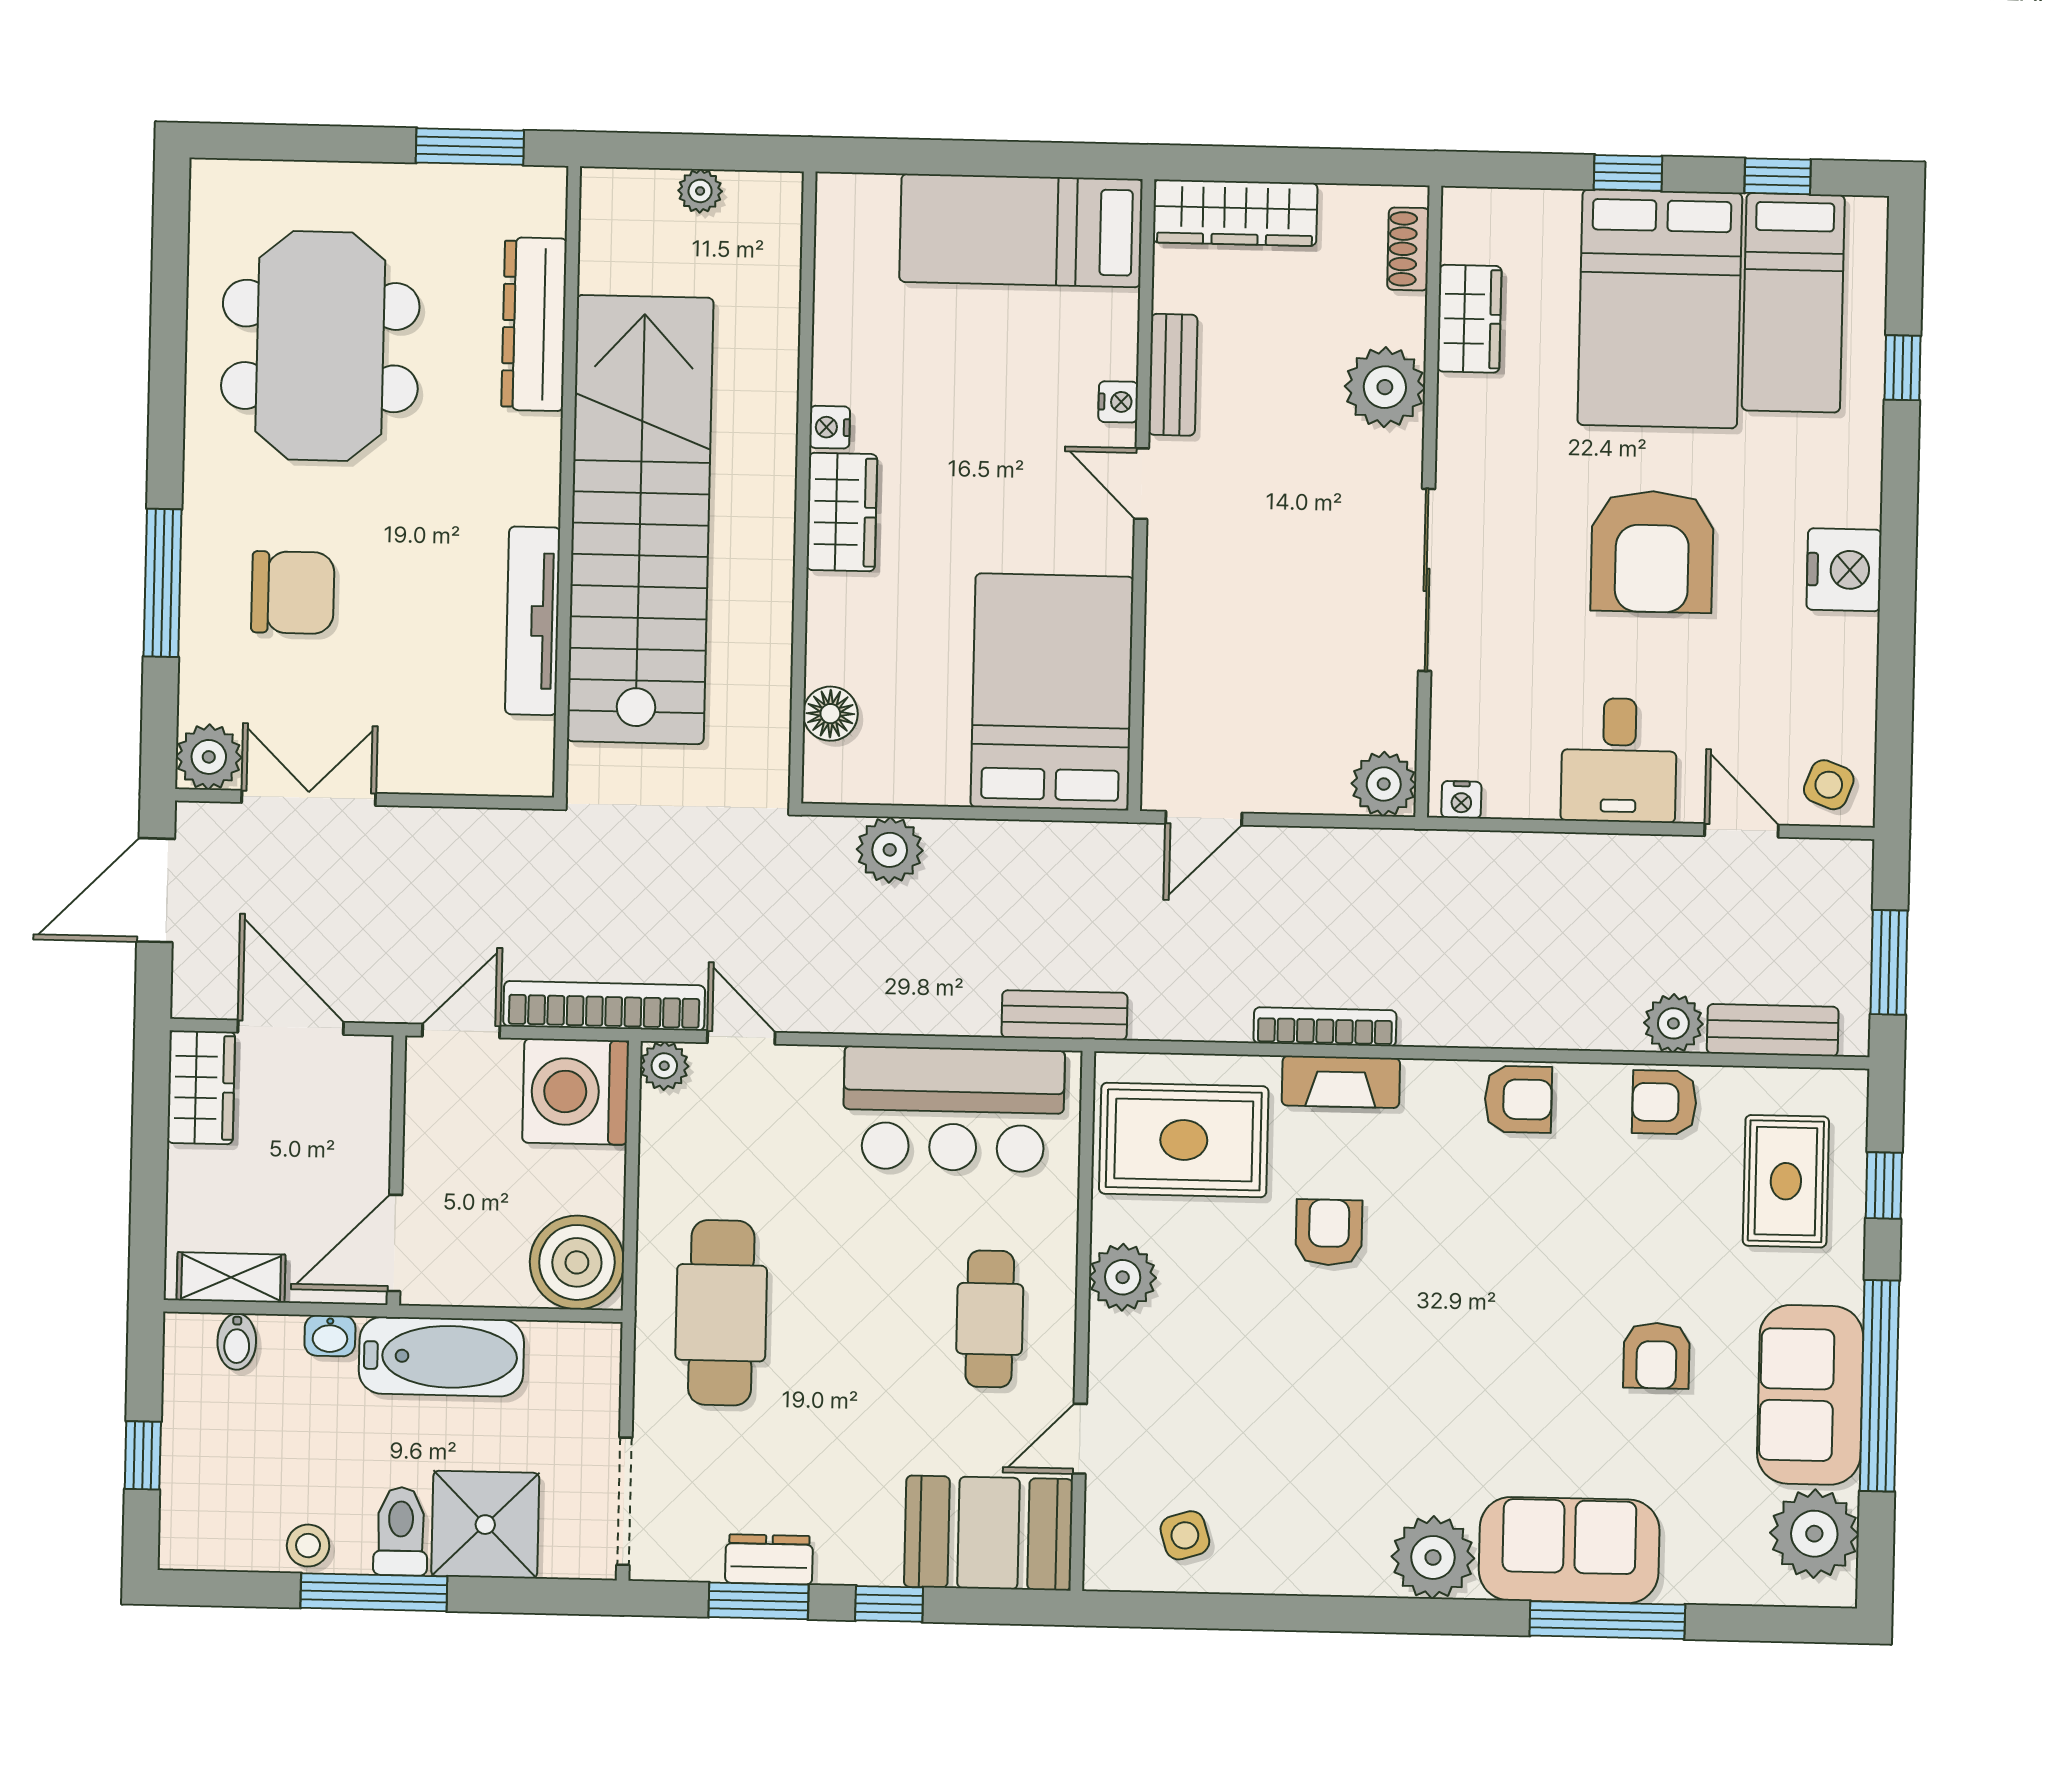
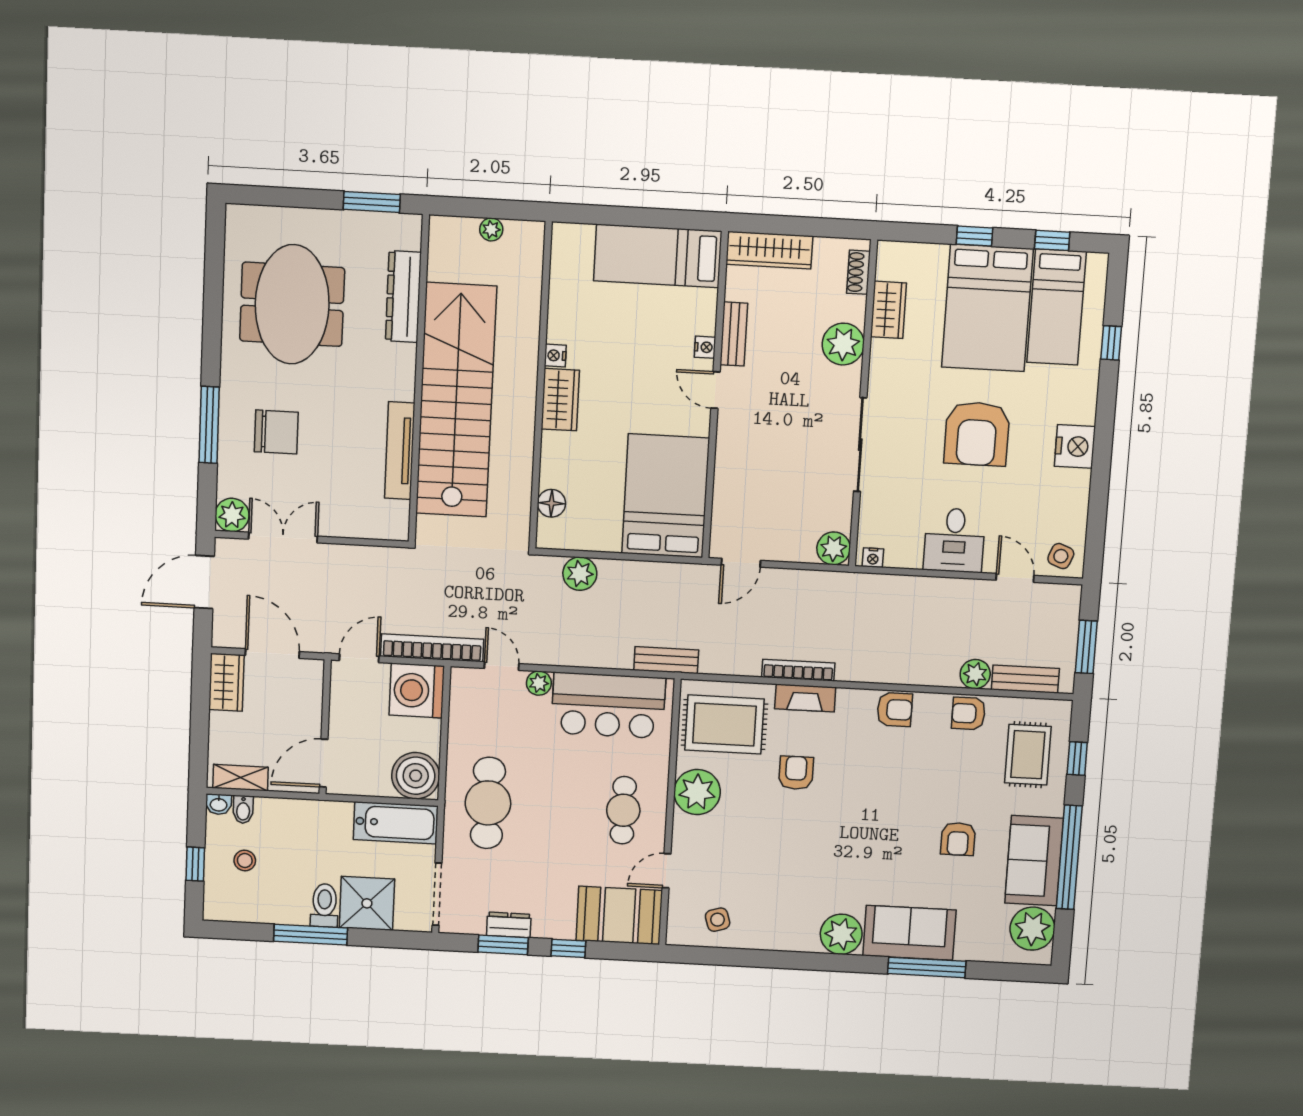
plant: (664, 1066) -> (539, 683), moved
plant: (1123, 1277) -> (697, 792), width x1.36, depth x1.36
washbasin: (330, 1336) -> (219, 804), moved
bathtub: (441, 1357) -> (395, 823), moved
stool: (308, 1546) -> (245, 860), moved

